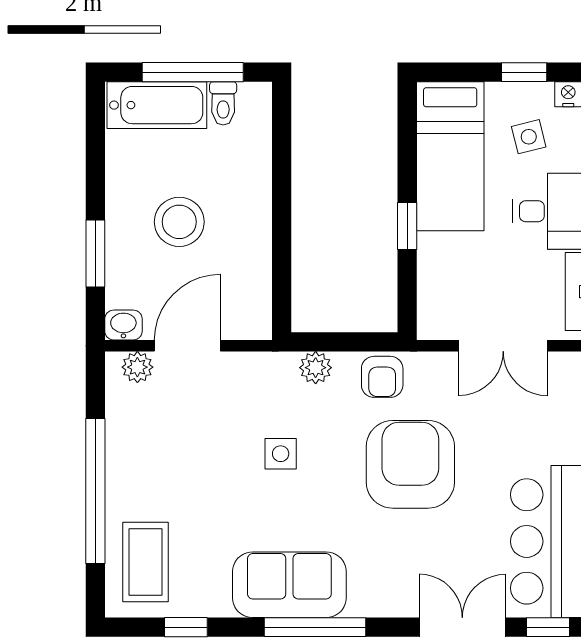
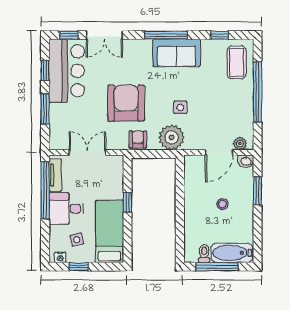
stool: (179, 222) -> (223, 204), width x0.53, depth x0.53
plant: (316, 368) -> (172, 137), width x1.87, depth x1.87
armchair: (410, 464) -> (126, 103), turned 180

